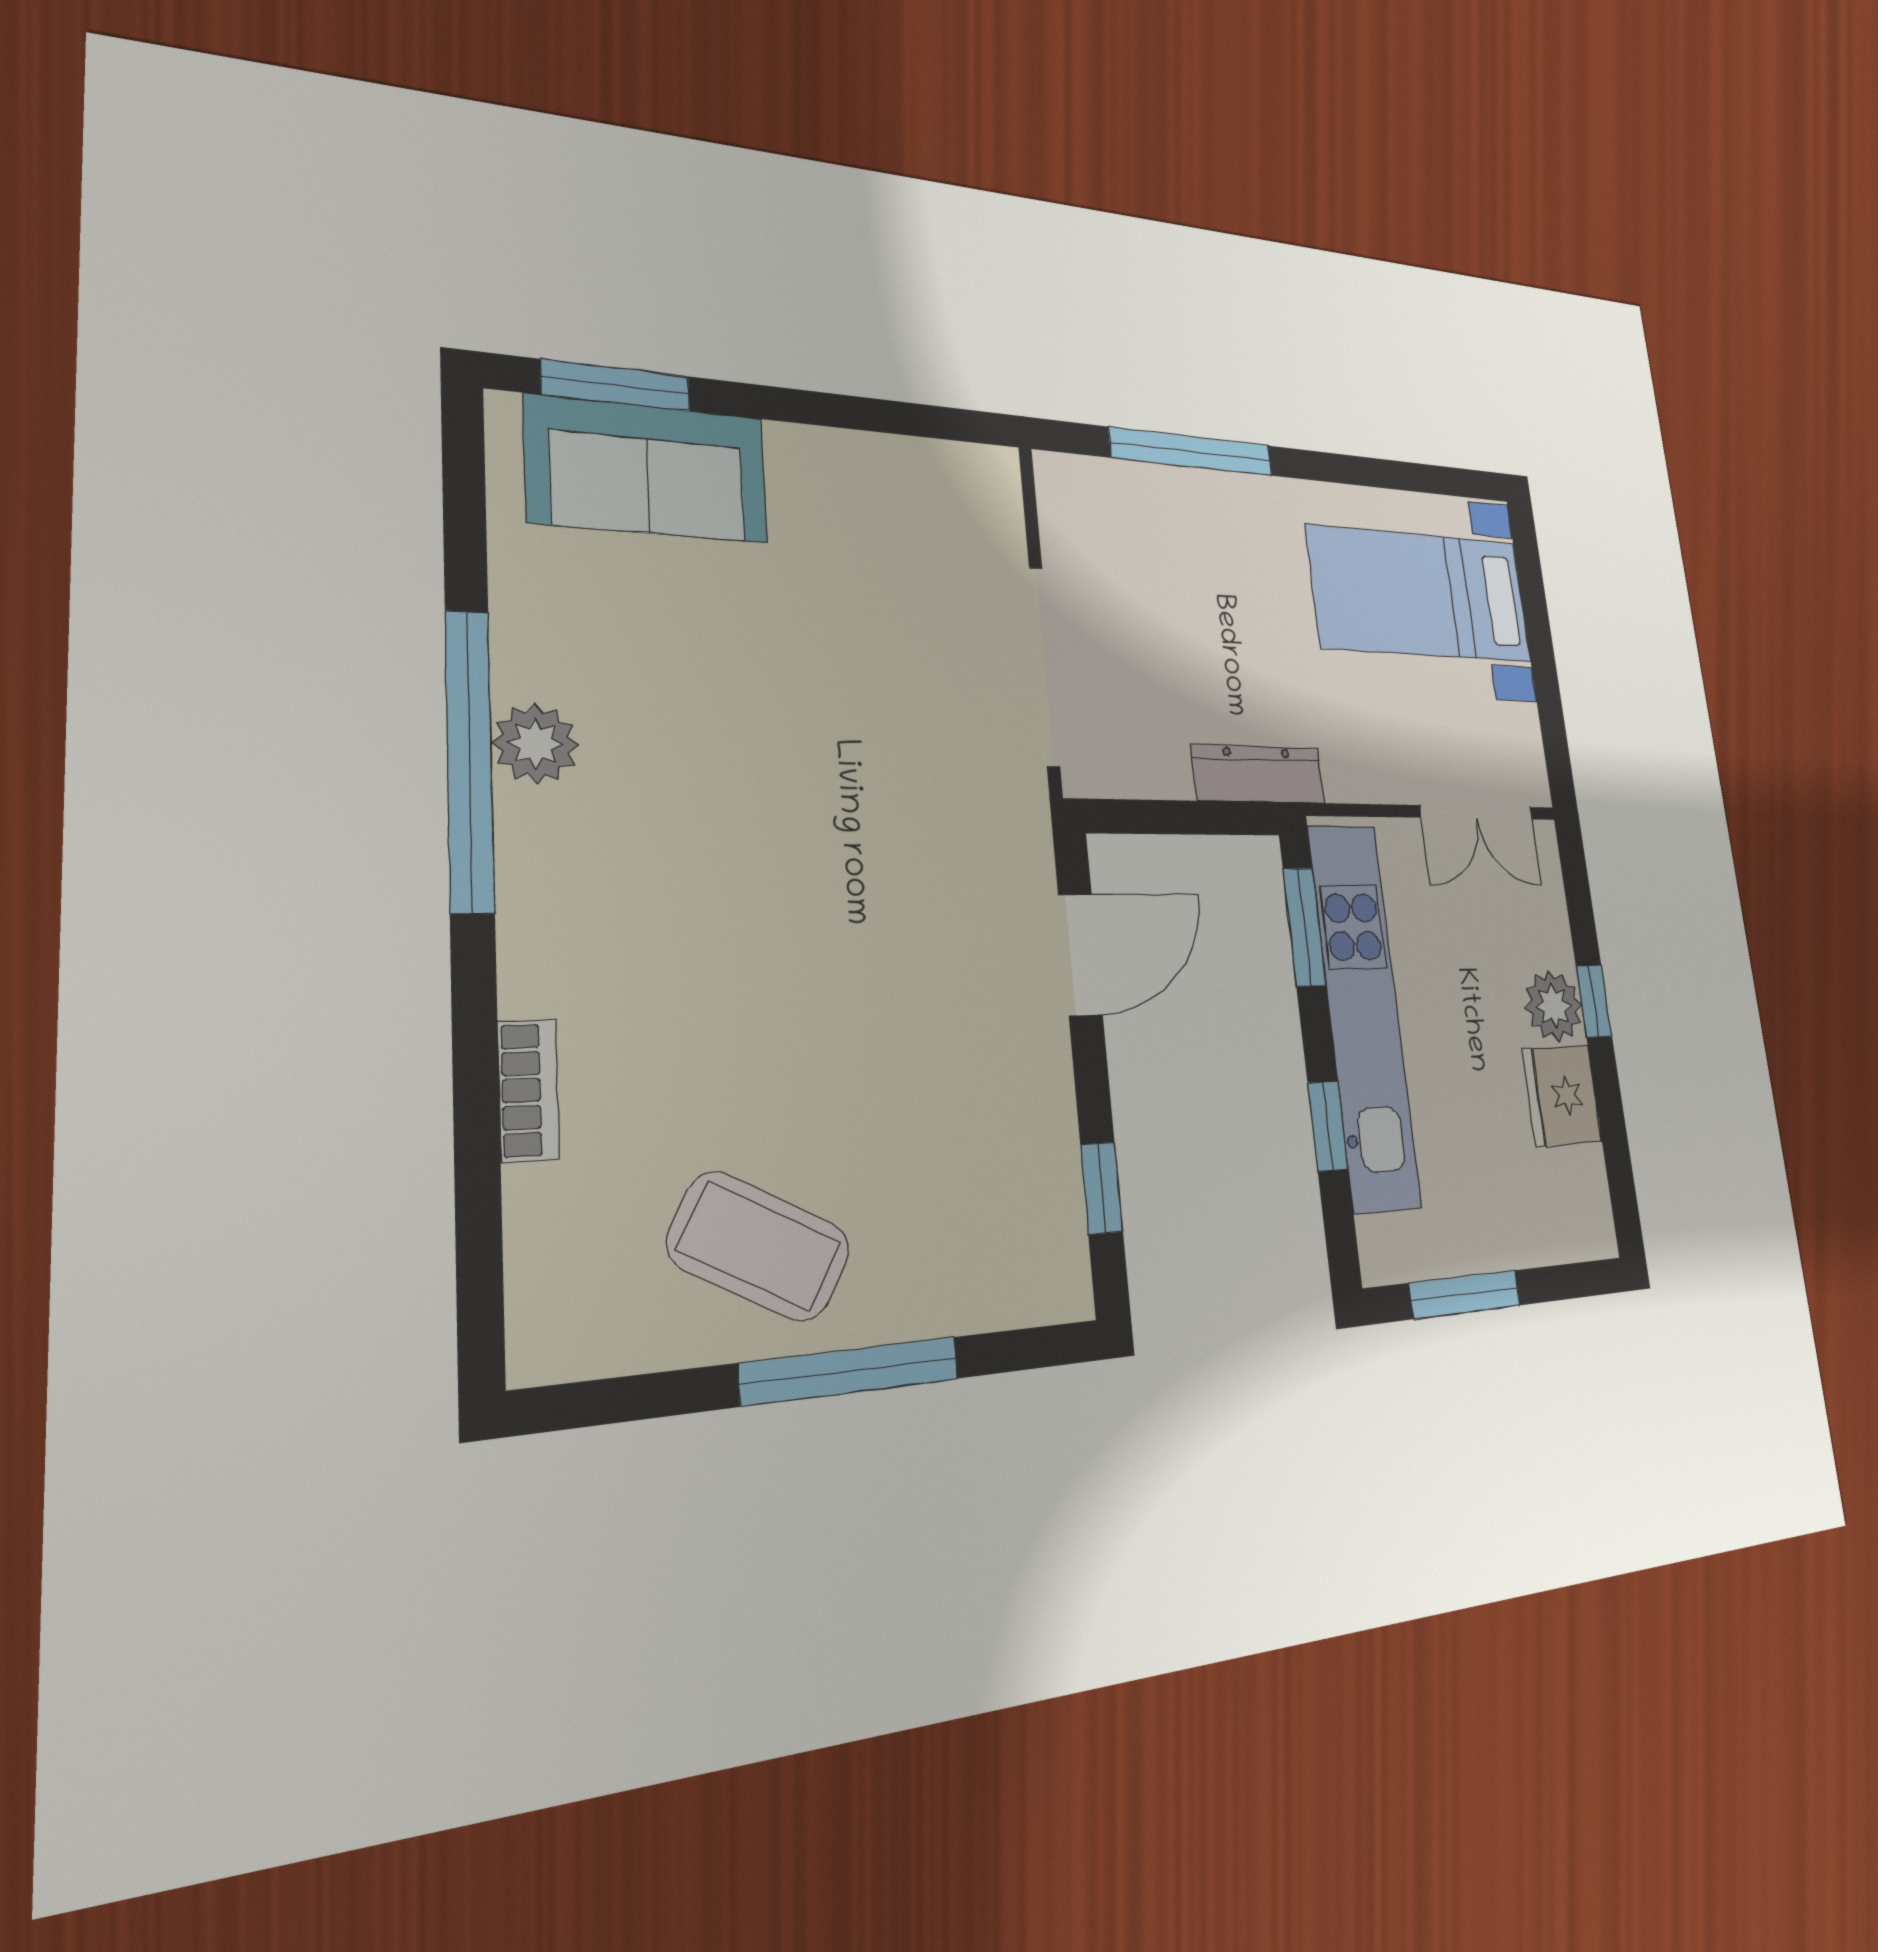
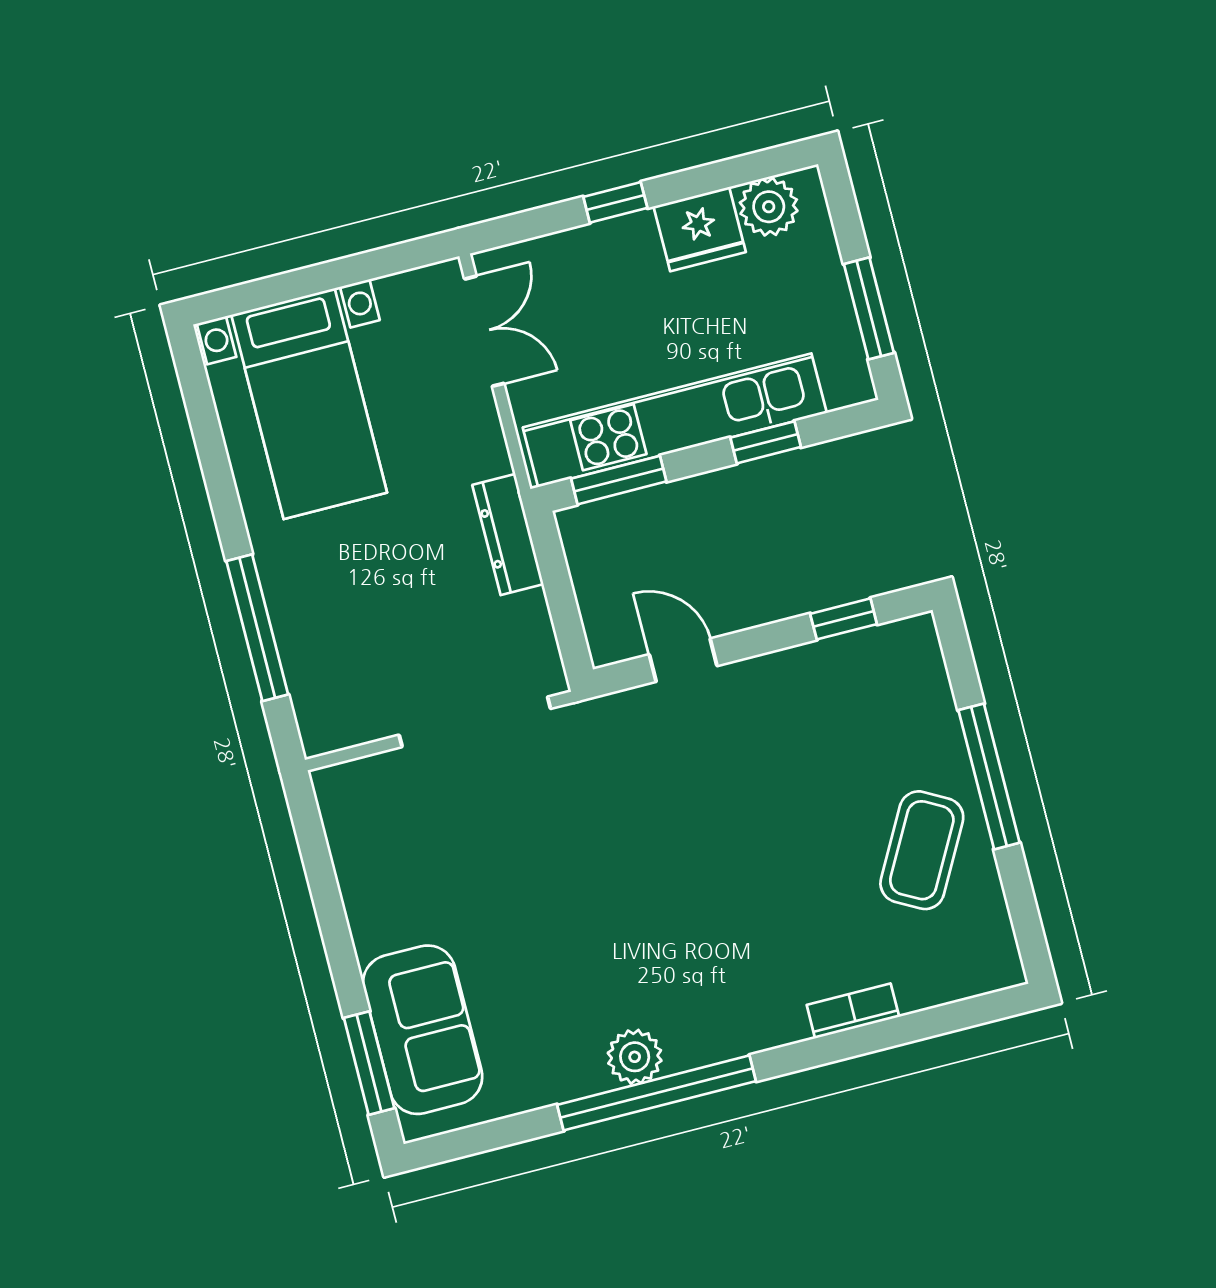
door: (1080, 955) -> (683, 660), width x0.73
plant: (1553, 1006) -> (769, 207), moved

